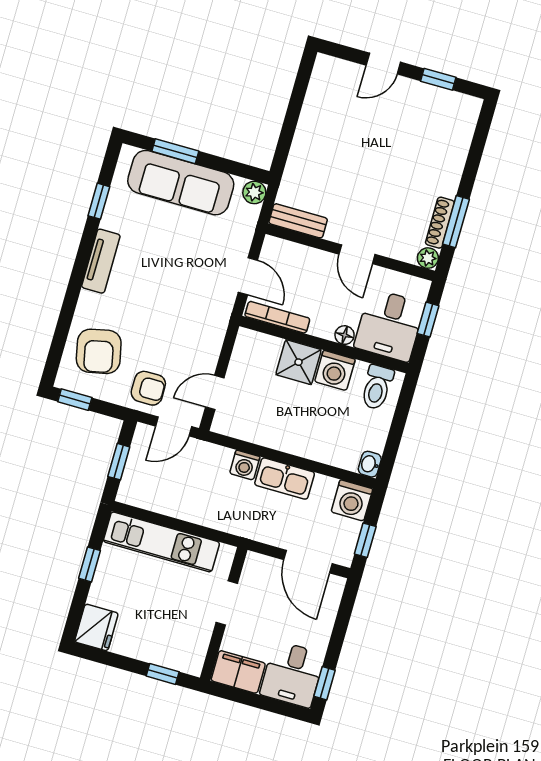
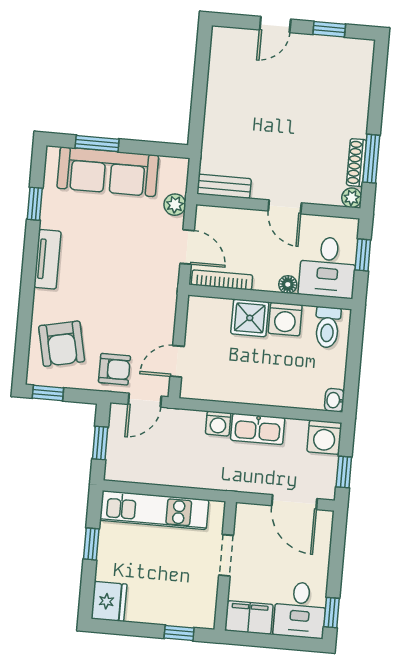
plant: (254, 192) -> (175, 205), moved

